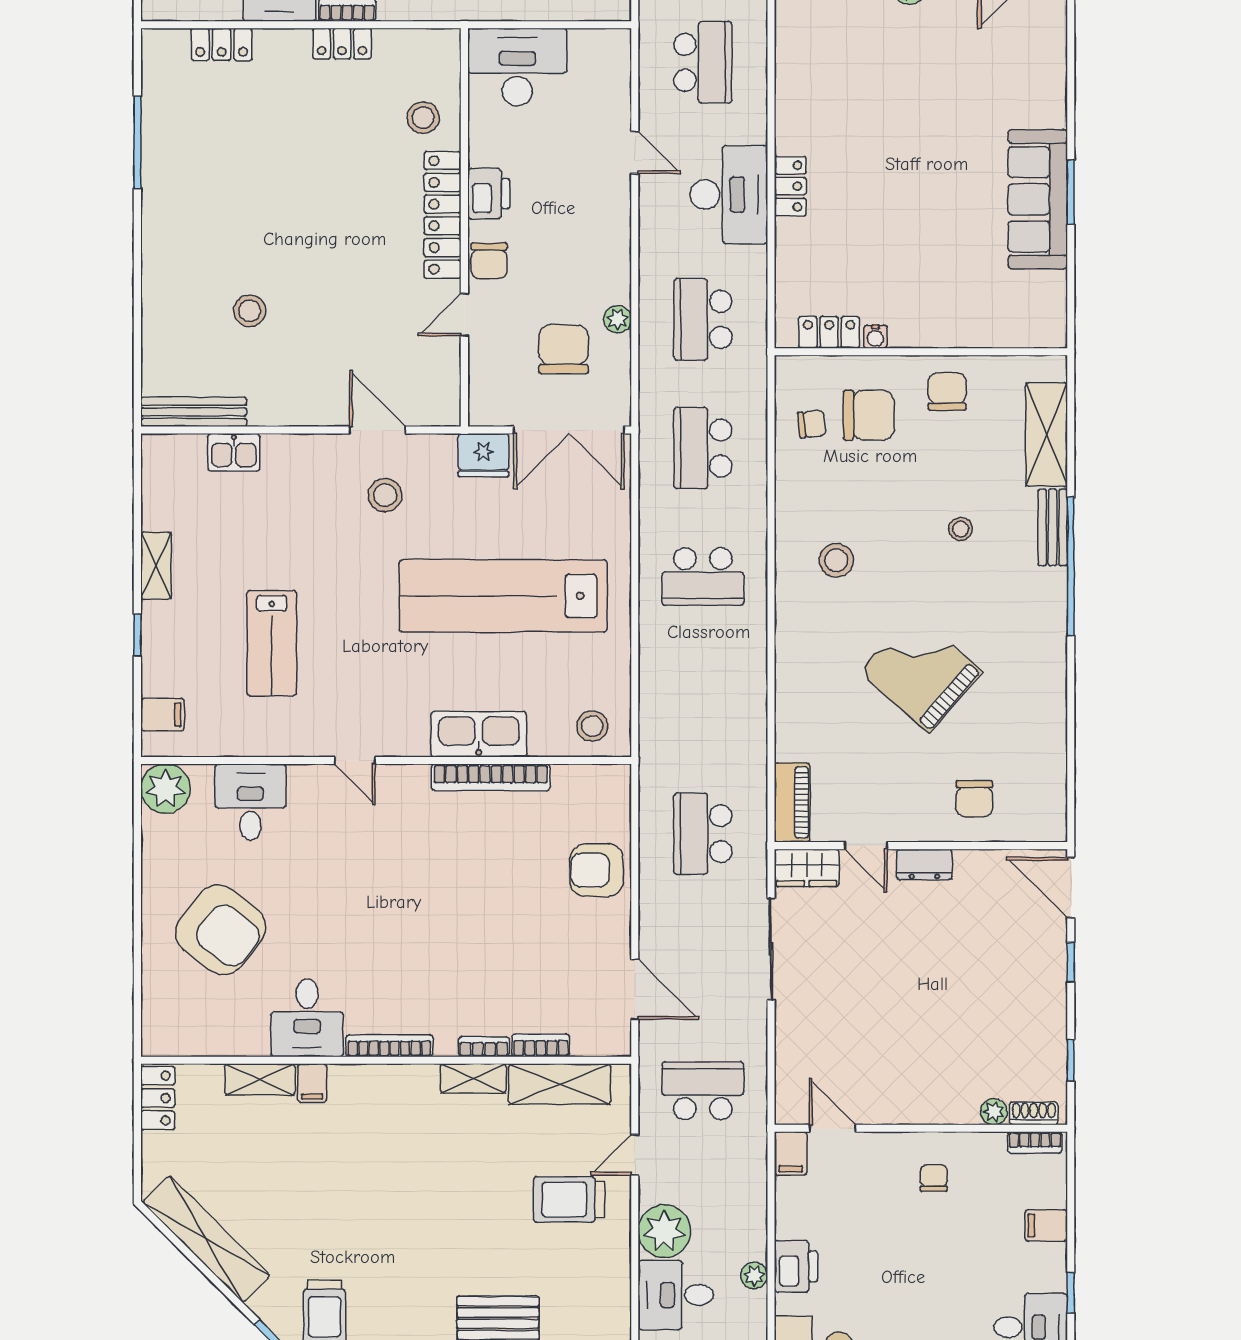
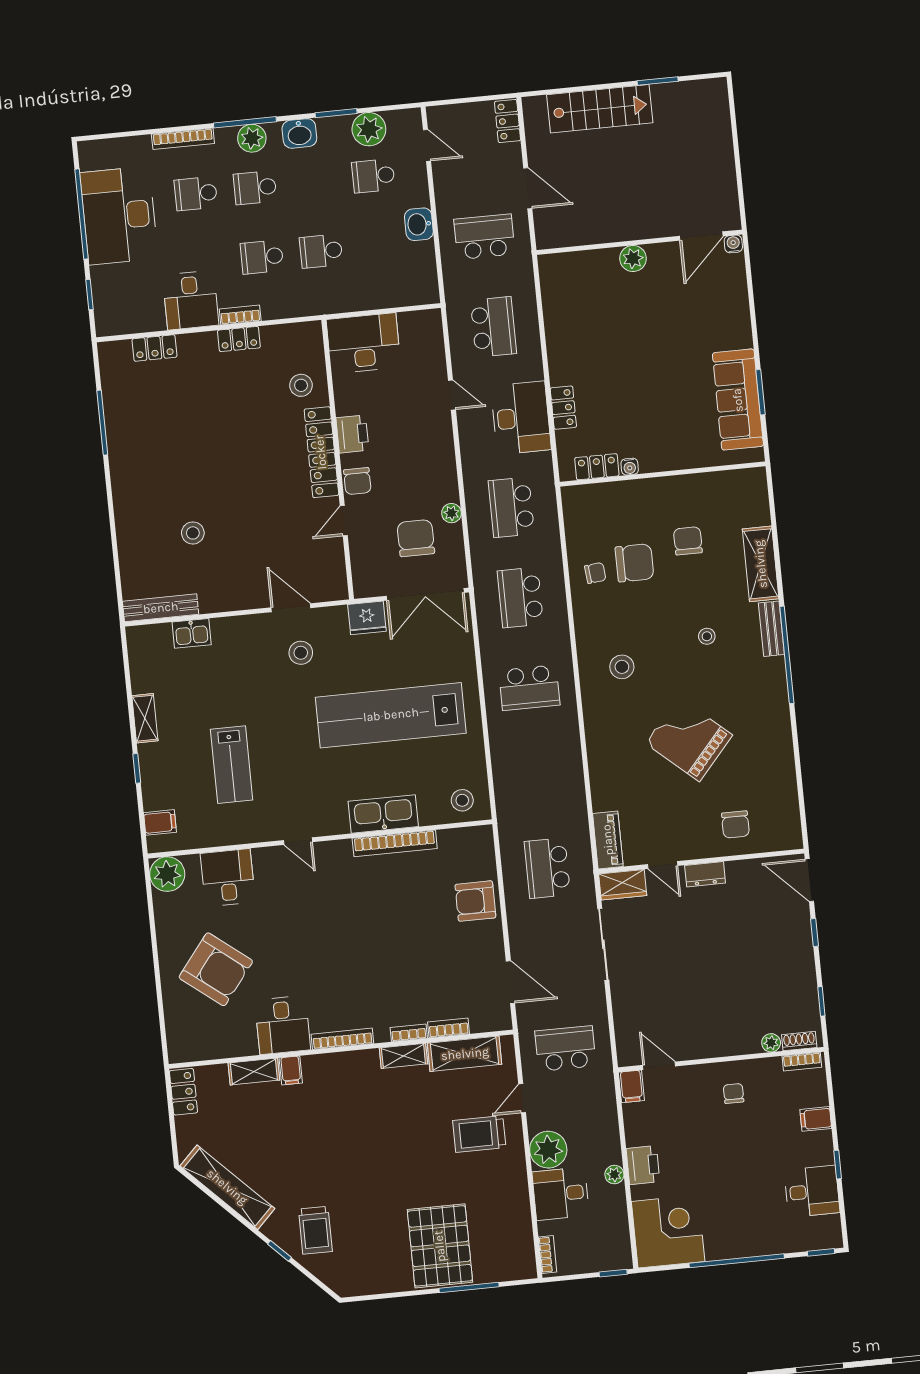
locker: (829, 332) -> (597, 467), moved
water cooler: (875, 337) -> (630, 467), moved
wall: (921, 352) -> (663, 474), moved

